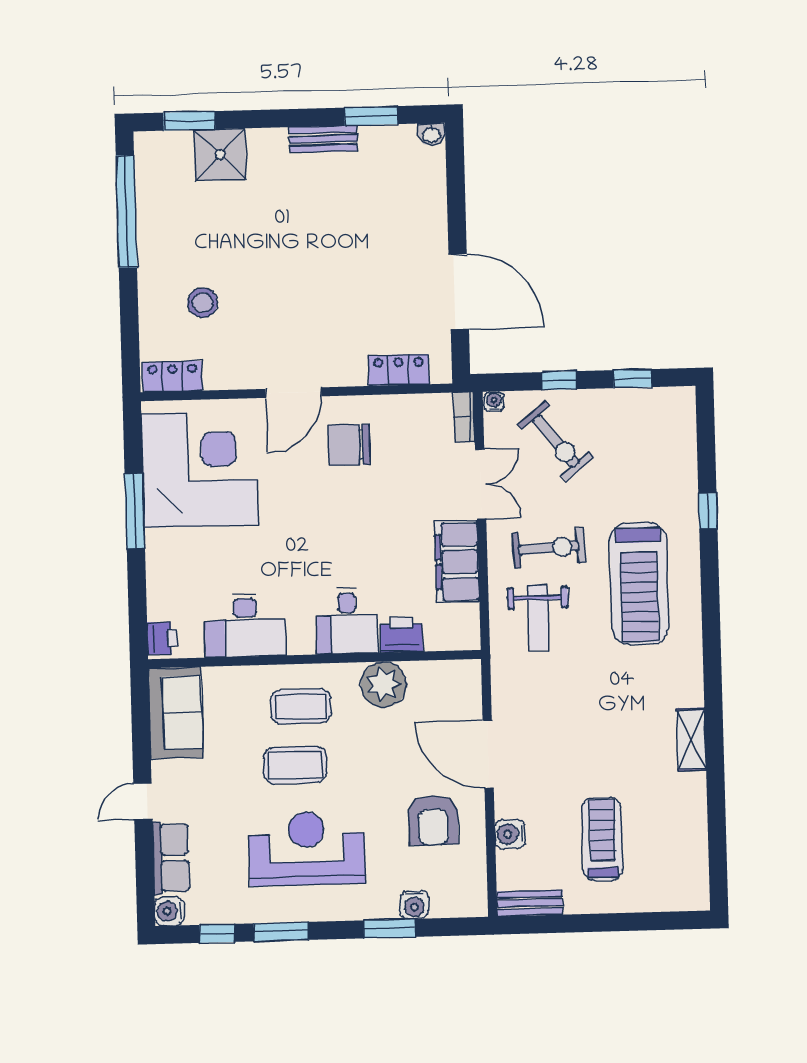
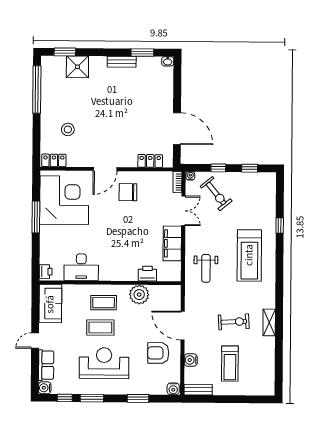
exercise bike: (549, 548) -> (234, 322), moved
desk: (347, 621) -> (125, 267), removed
armchair: (433, 820) -> (158, 353), turned 90
treadmill: (602, 839) -> (230, 364), turned 180
water cooler: (414, 905) -> (173, 389), moved

